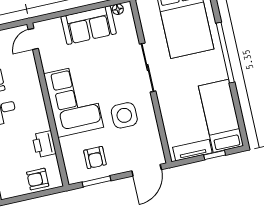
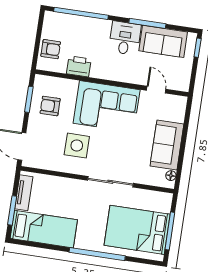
door: (33, 39) -> (156, 90), moved
window: (215, 155) -> (12, 210), width x1.50
armchair: (38, 179) -> (51, 49), turned 90

